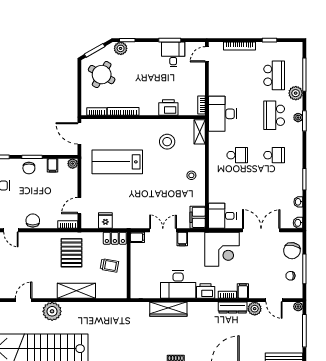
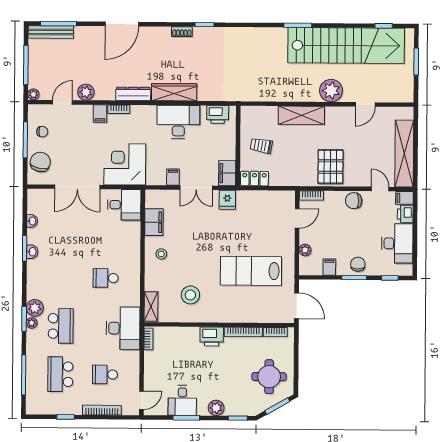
plant: (121, 48) -> (216, 408), moved
round table: (102, 75) -> (269, 377), turned -30
plant: (296, 93) -> (35, 308), moved
printer: (168, 107) -> (212, 336), moved
school desk: (274, 155) -> (105, 374), moved
lab bench: (117, 162) -> (251, 271), turned 180
plant: (73, 164) -> (305, 250), moved
filing cabinet: (198, 217) -> (154, 222), moved
chair: (33, 221) -> (354, 201), turned 90
fridge: (105, 221) -> (227, 200), moved
washbasin: (298, 223) -> (32, 252), moved
filing cabinet: (137, 237) -> (227, 173), width x2.00
pallet: (71, 253) -> (330, 167), moved
printer: (206, 291) -> (218, 114), moved
door: (274, 300) -> (62, 102), hinge flipped
dresser: (233, 308) -> (133, 94), moved
wardrobe: (168, 309) -> (174, 92), moved

